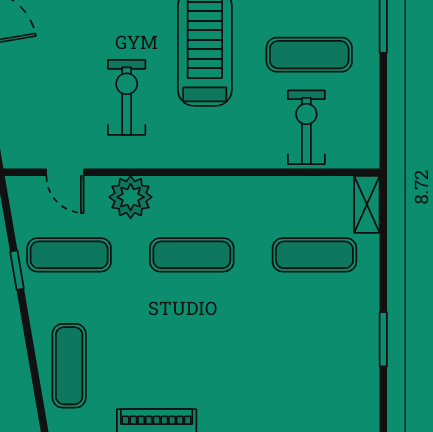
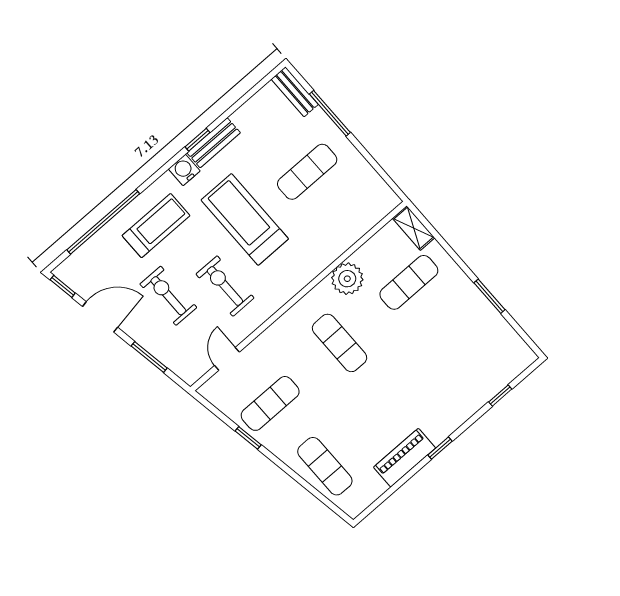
exercise bike: (306, 127) -> (168, 296), moved
door: (65, 172) -> (227, 359), swing flipped
plant: (131, 197) -> (347, 279), moved
exercise mat: (192, 255) -> (339, 343), turned 90

